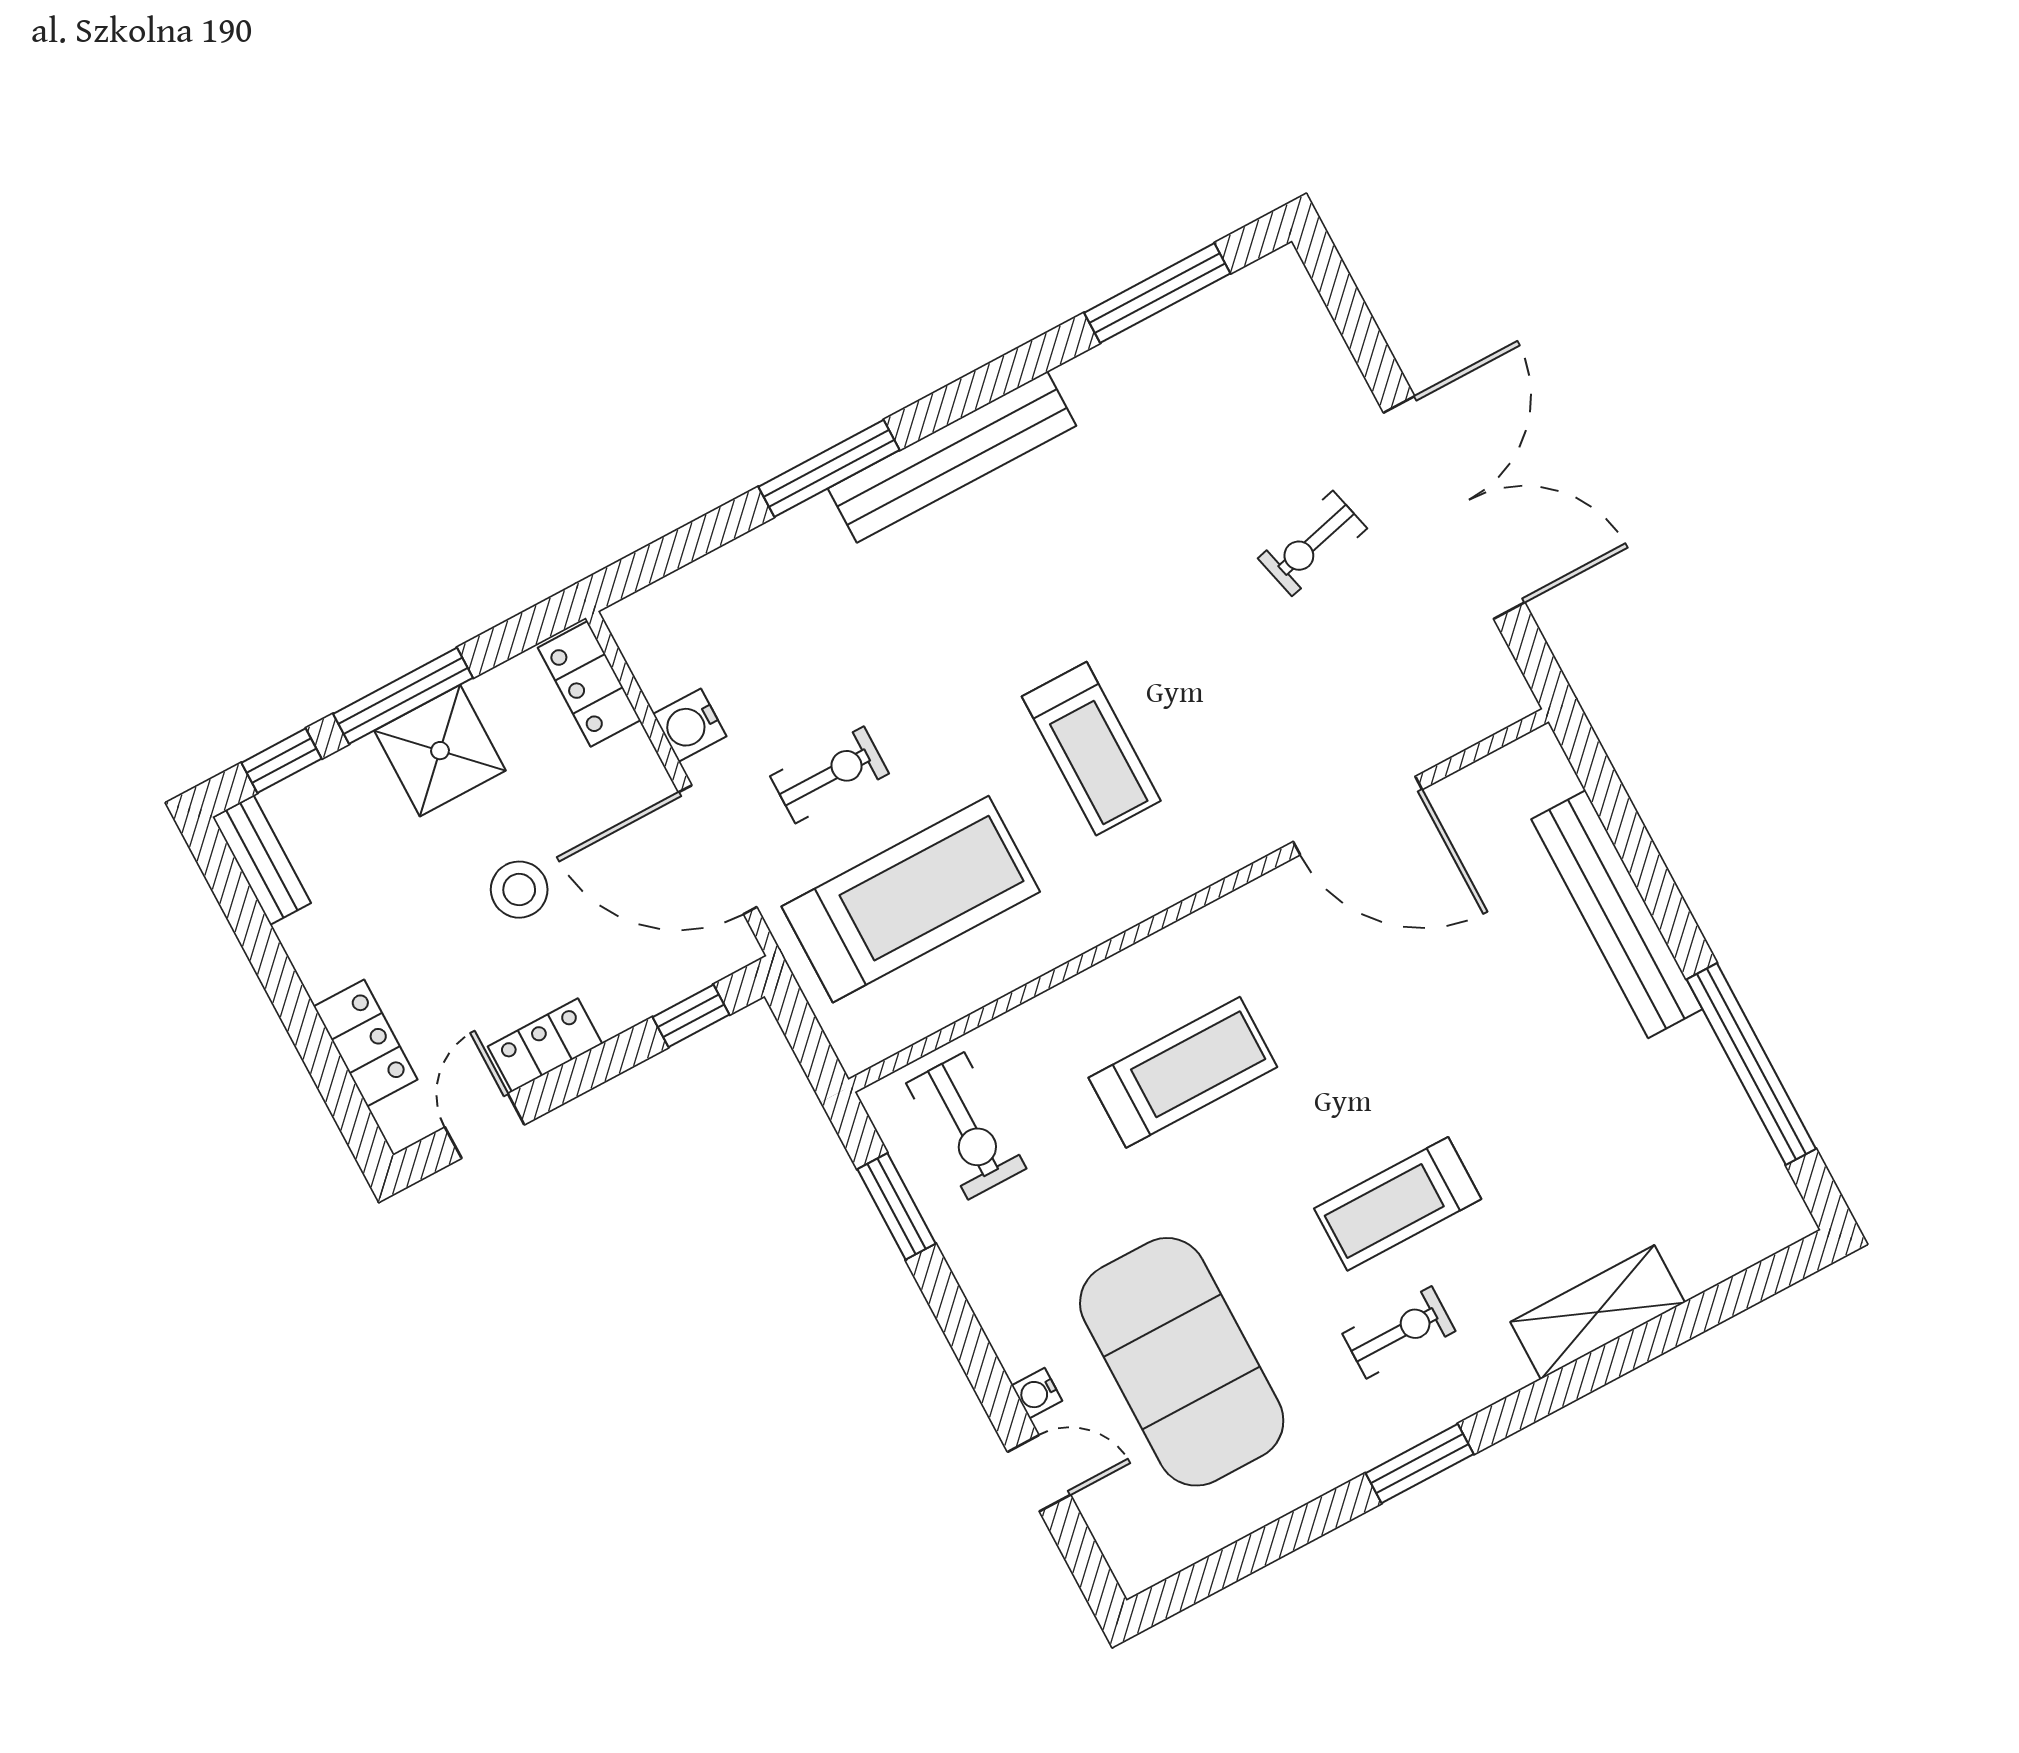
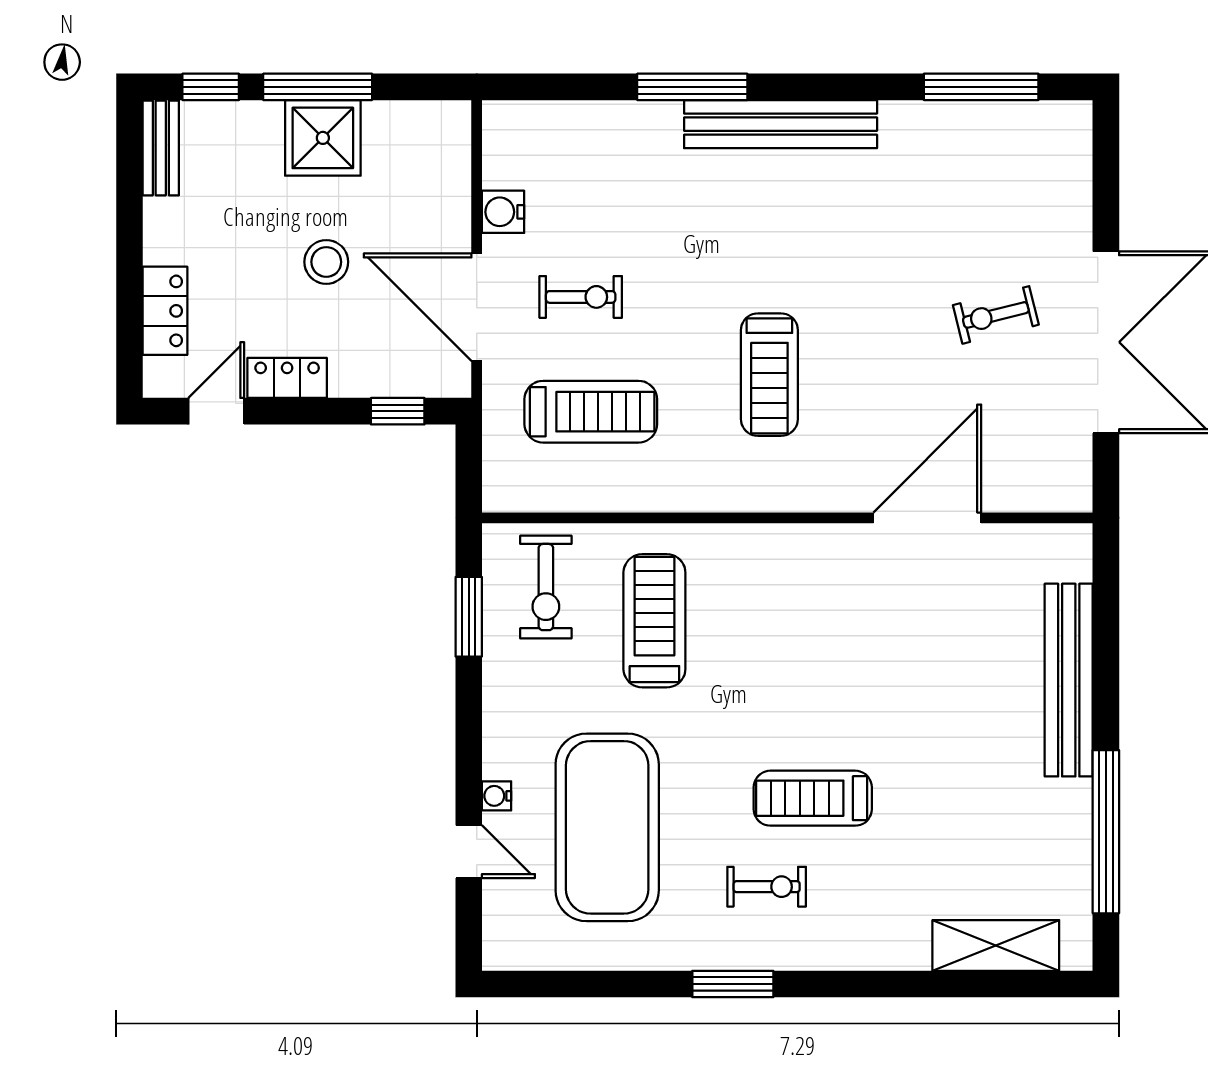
locker: (589, 684) -> (449, 147), removed
door: (1358, 816) -> (927, 518), swing flipped
treadmill: (911, 899) -> (591, 412), width x0.73, depth x0.73
treadmill: (1183, 1072) -> (654, 621), moved, turned -90
shelving: (1598, 1312) -> (996, 945), moved

